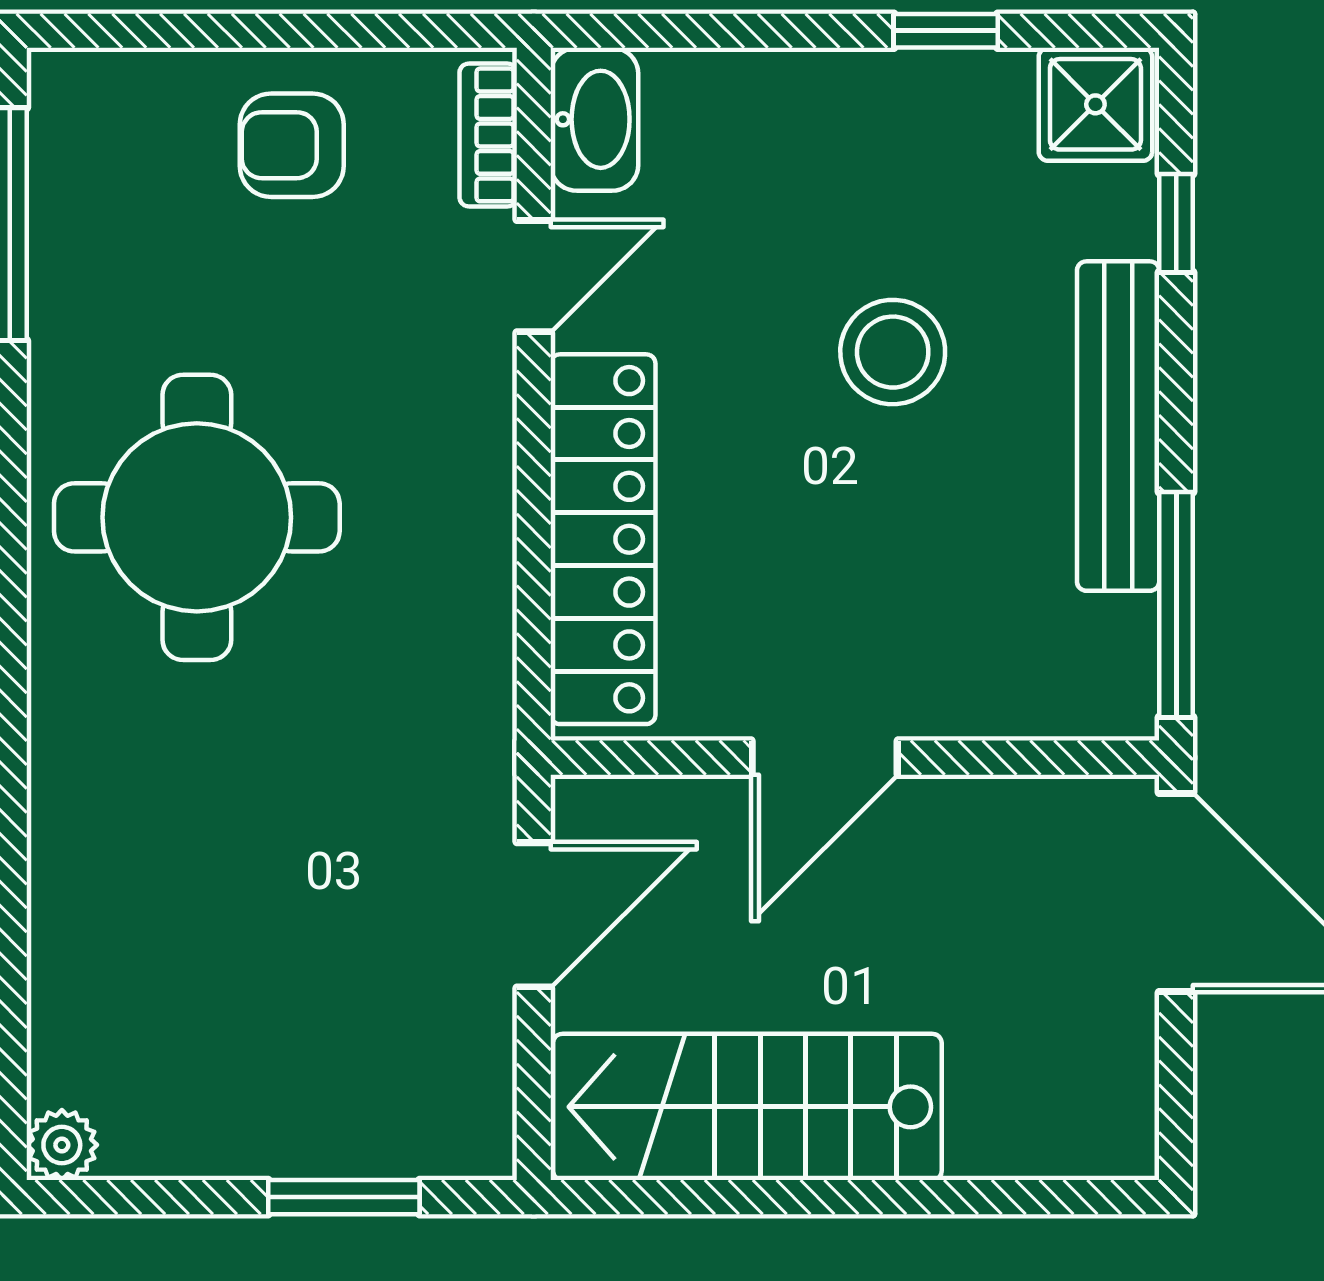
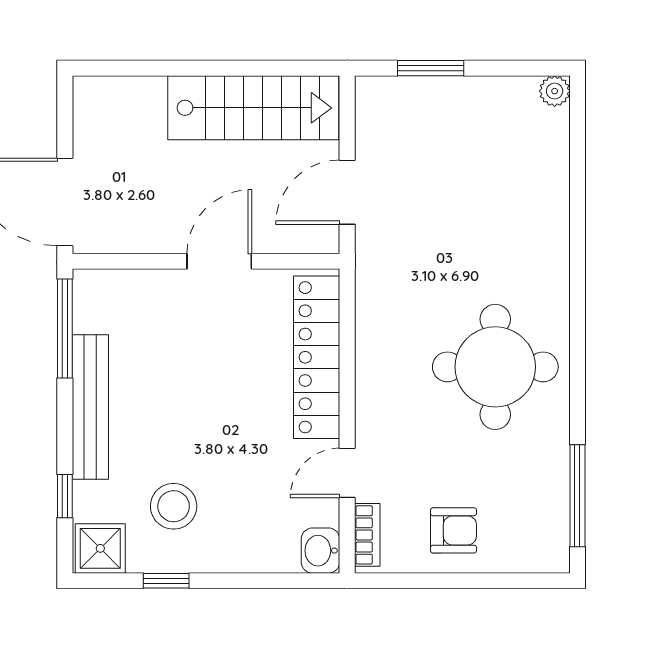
washbasin: (594, 119) -> (320, 551), width x0.72
stool: (893, 352) -> (174, 506), moved

